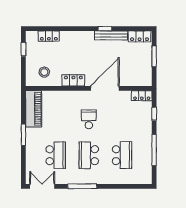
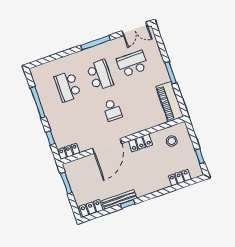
window: (154, 56) -> (66, 183), moved
school desk: (56, 155) -> (132, 64), turned 90

